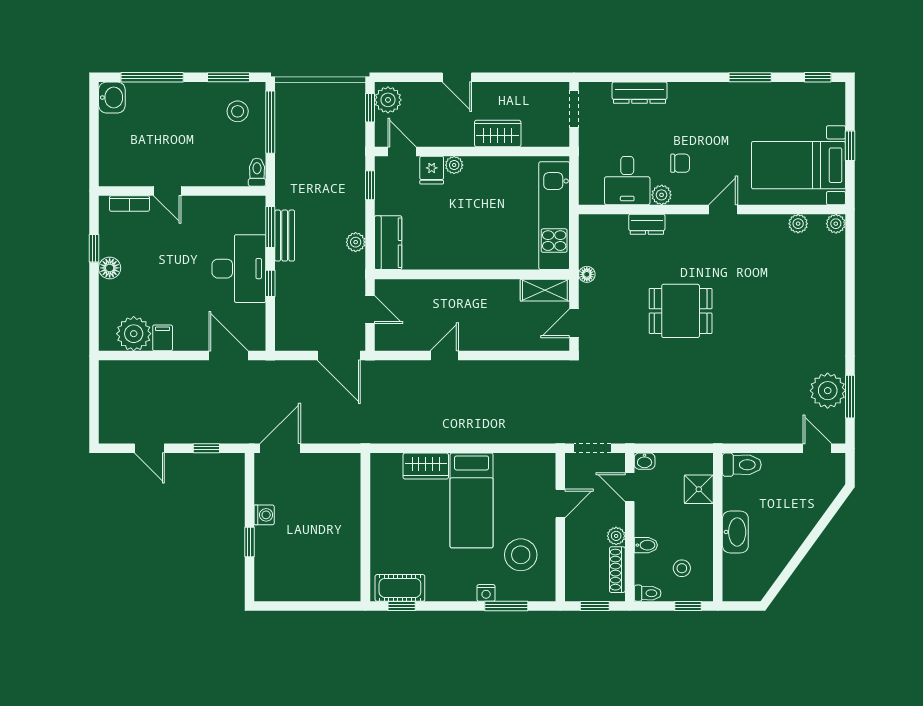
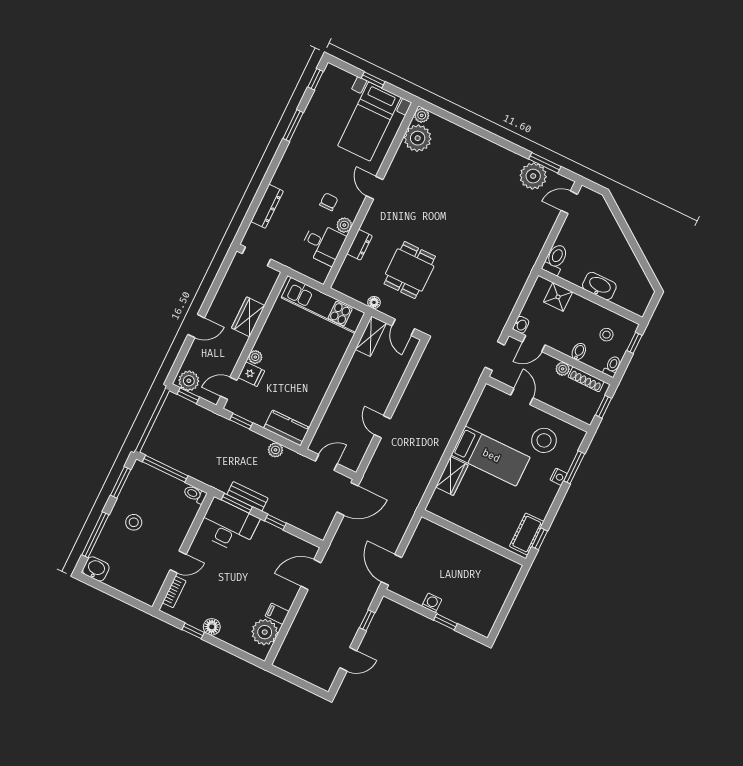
stool: (238, 111) -> (134, 522), moved
plant: (798, 224) -> (418, 138), width x1.87, depth x1.87
desk: (239, 269) -> (228, 526), moved
dining table: (681, 311) -> (410, 270), moved

